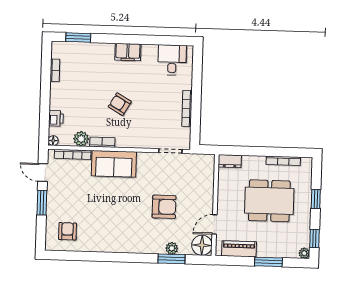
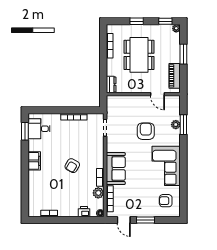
window: (78, 38) -> (25, 131), moved
door: (43, 173) -> (124, 220), hinge flipped
corner sofa: (115, 233) -> (166, 166), added
floor lamp: (202, 245) -> (173, 103), removed

